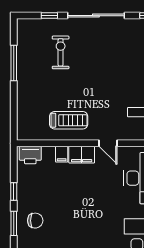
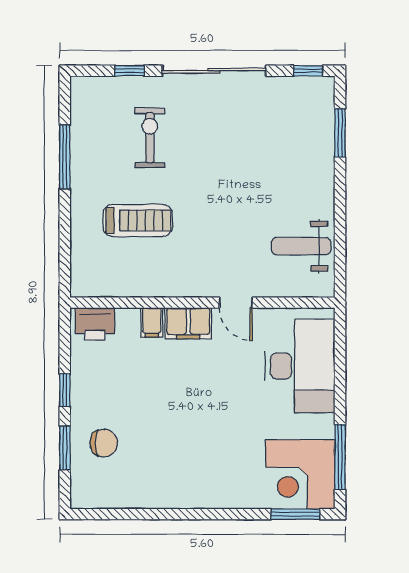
treadmill: (69, 120) -> (138, 220), moved

